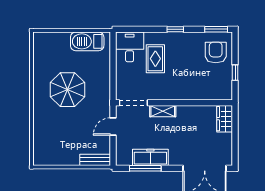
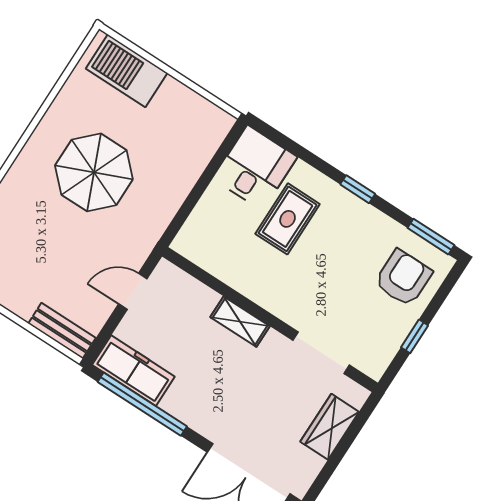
barbecue: (87, 41) -> (127, 71), moved
doorway: (133, 103) -> (321, 353), moved
wardrobe: (225, 119) -> (330, 427), moved
freezer: (150, 157) -> (133, 371), moved
window: (145, 168) -> (142, 404), width x1.46

